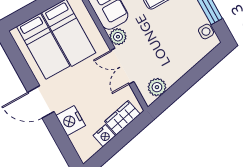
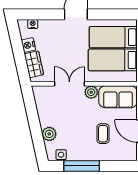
plant: (157, 87) -> (49, 134), moved
nightstand: (71, 121) -> (33, 24), moved, width x0.53, depth x0.56

